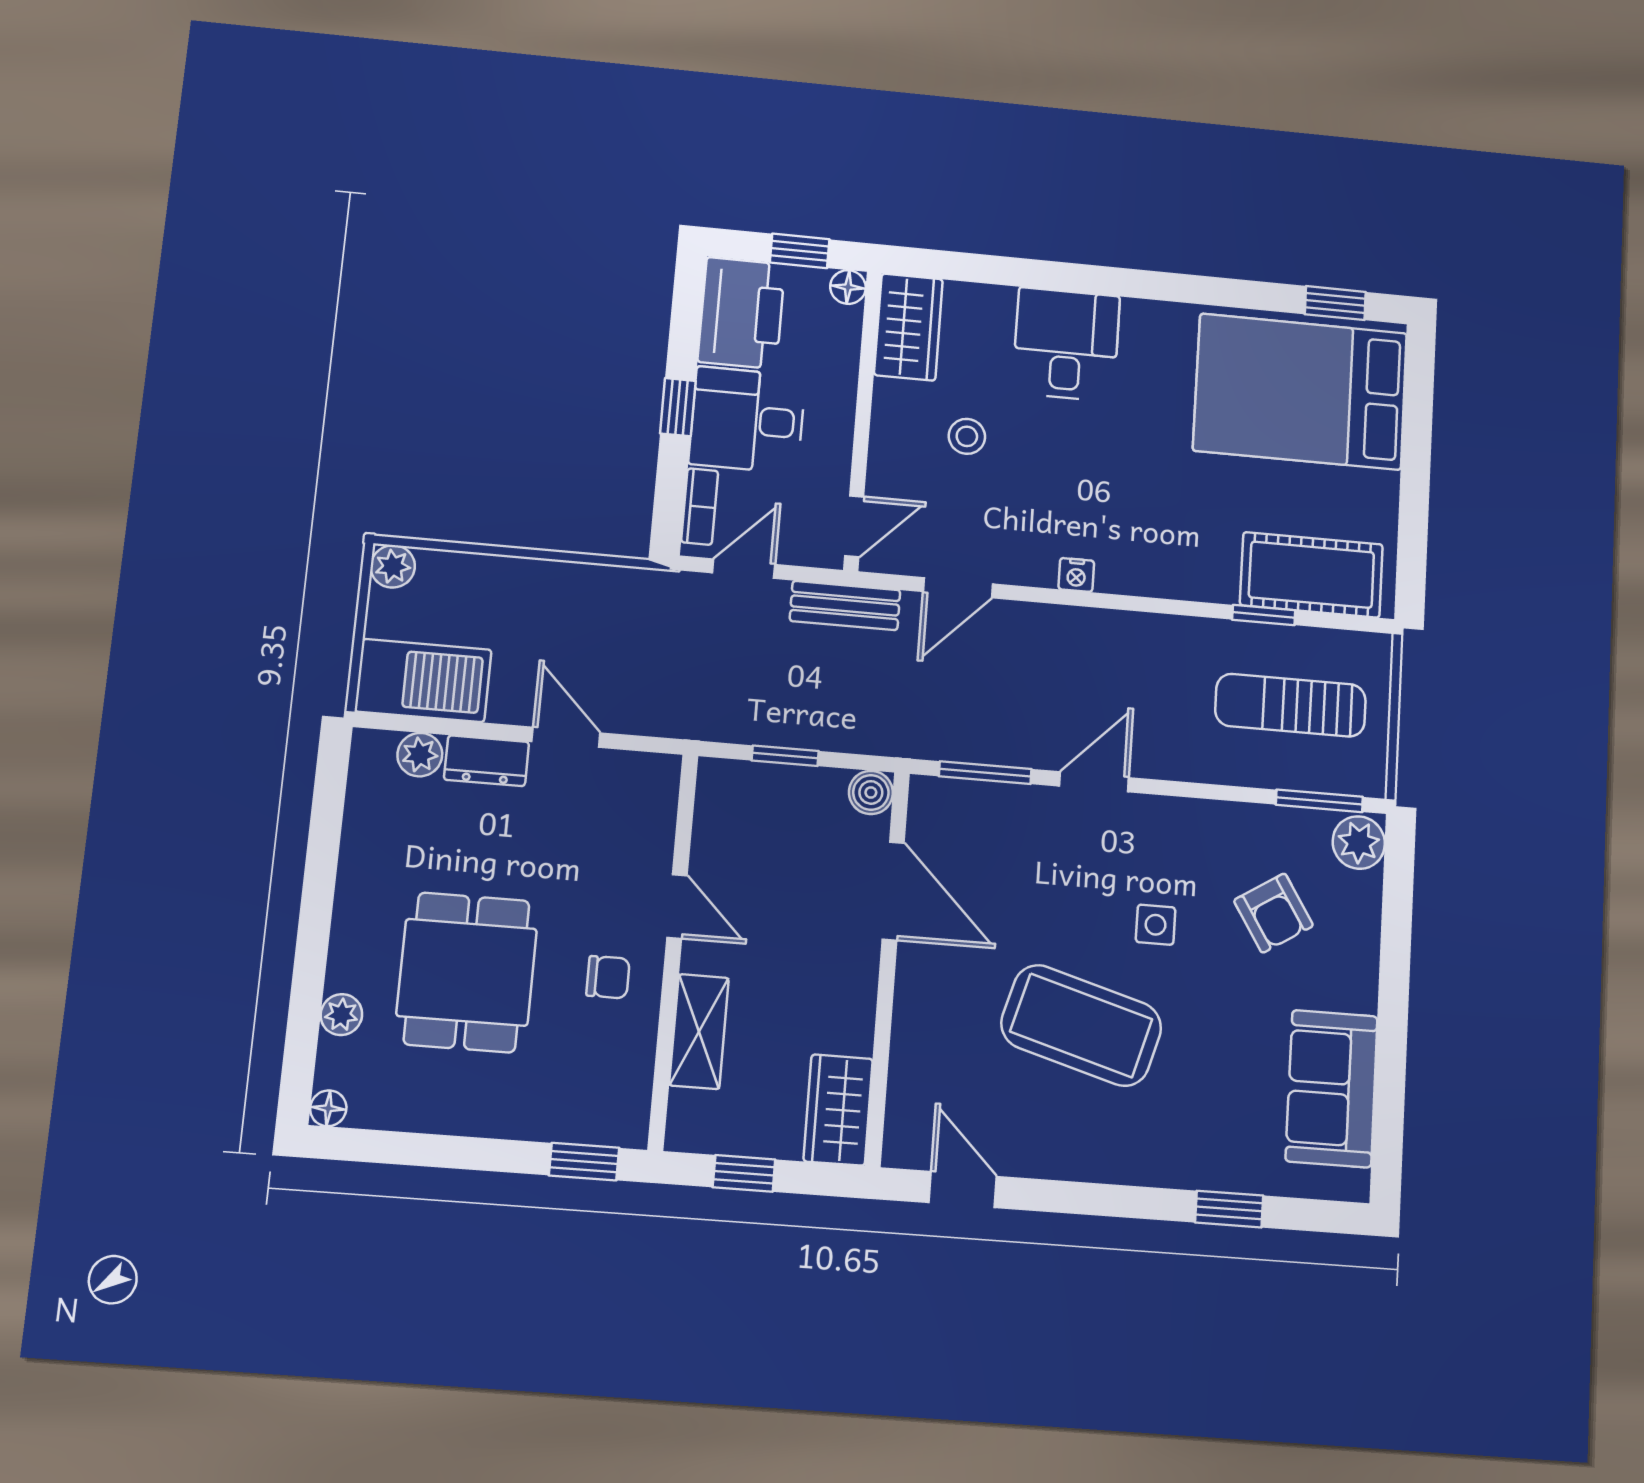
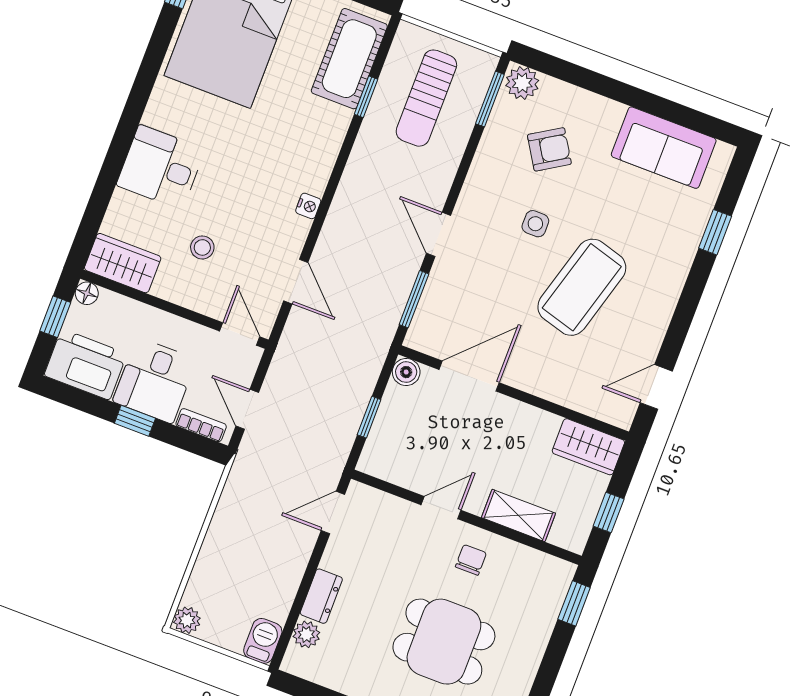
bench: (845, 606) -> (287, 354), removed
barbecue: (423, 681) -> (263, 641), width x0.53, depth x0.65
door: (566, 737) -> (333, 512), moved

